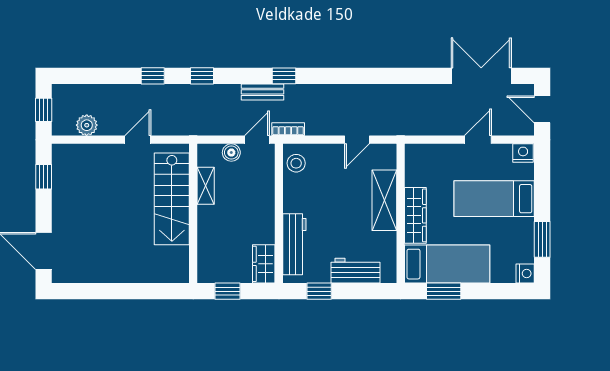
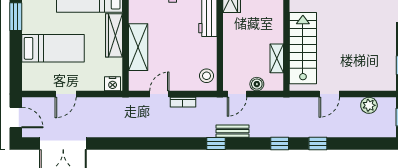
bookcase: (288, 129) -> (183, 102), moved
nightstand: (523, 153) -> (113, 84), moved

